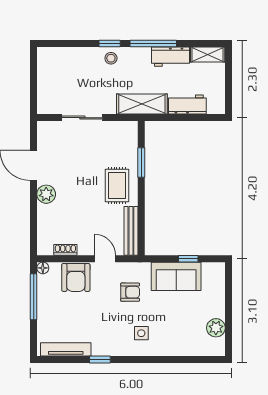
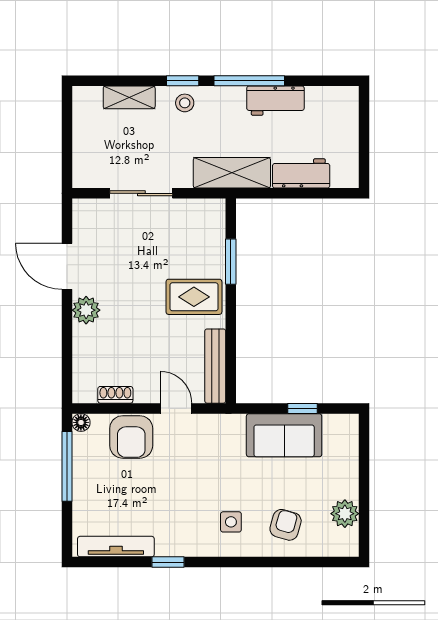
shelving: (208, 55) -> (129, 97), moved
rug: (117, 185) -> (194, 297), turned 90
armchair: (130, 292) -> (286, 525), moved, turned -74

